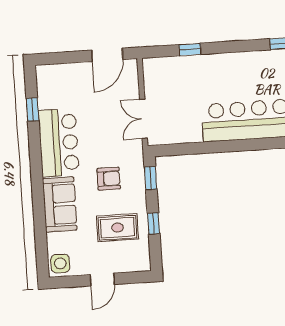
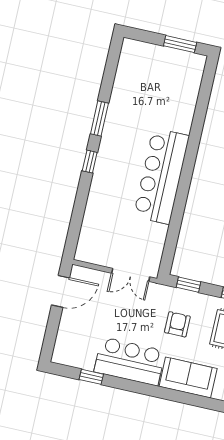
window: (190, 49) -> (90, 162), moved
door: (107, 55) -> (60, 291), hinge flipped

